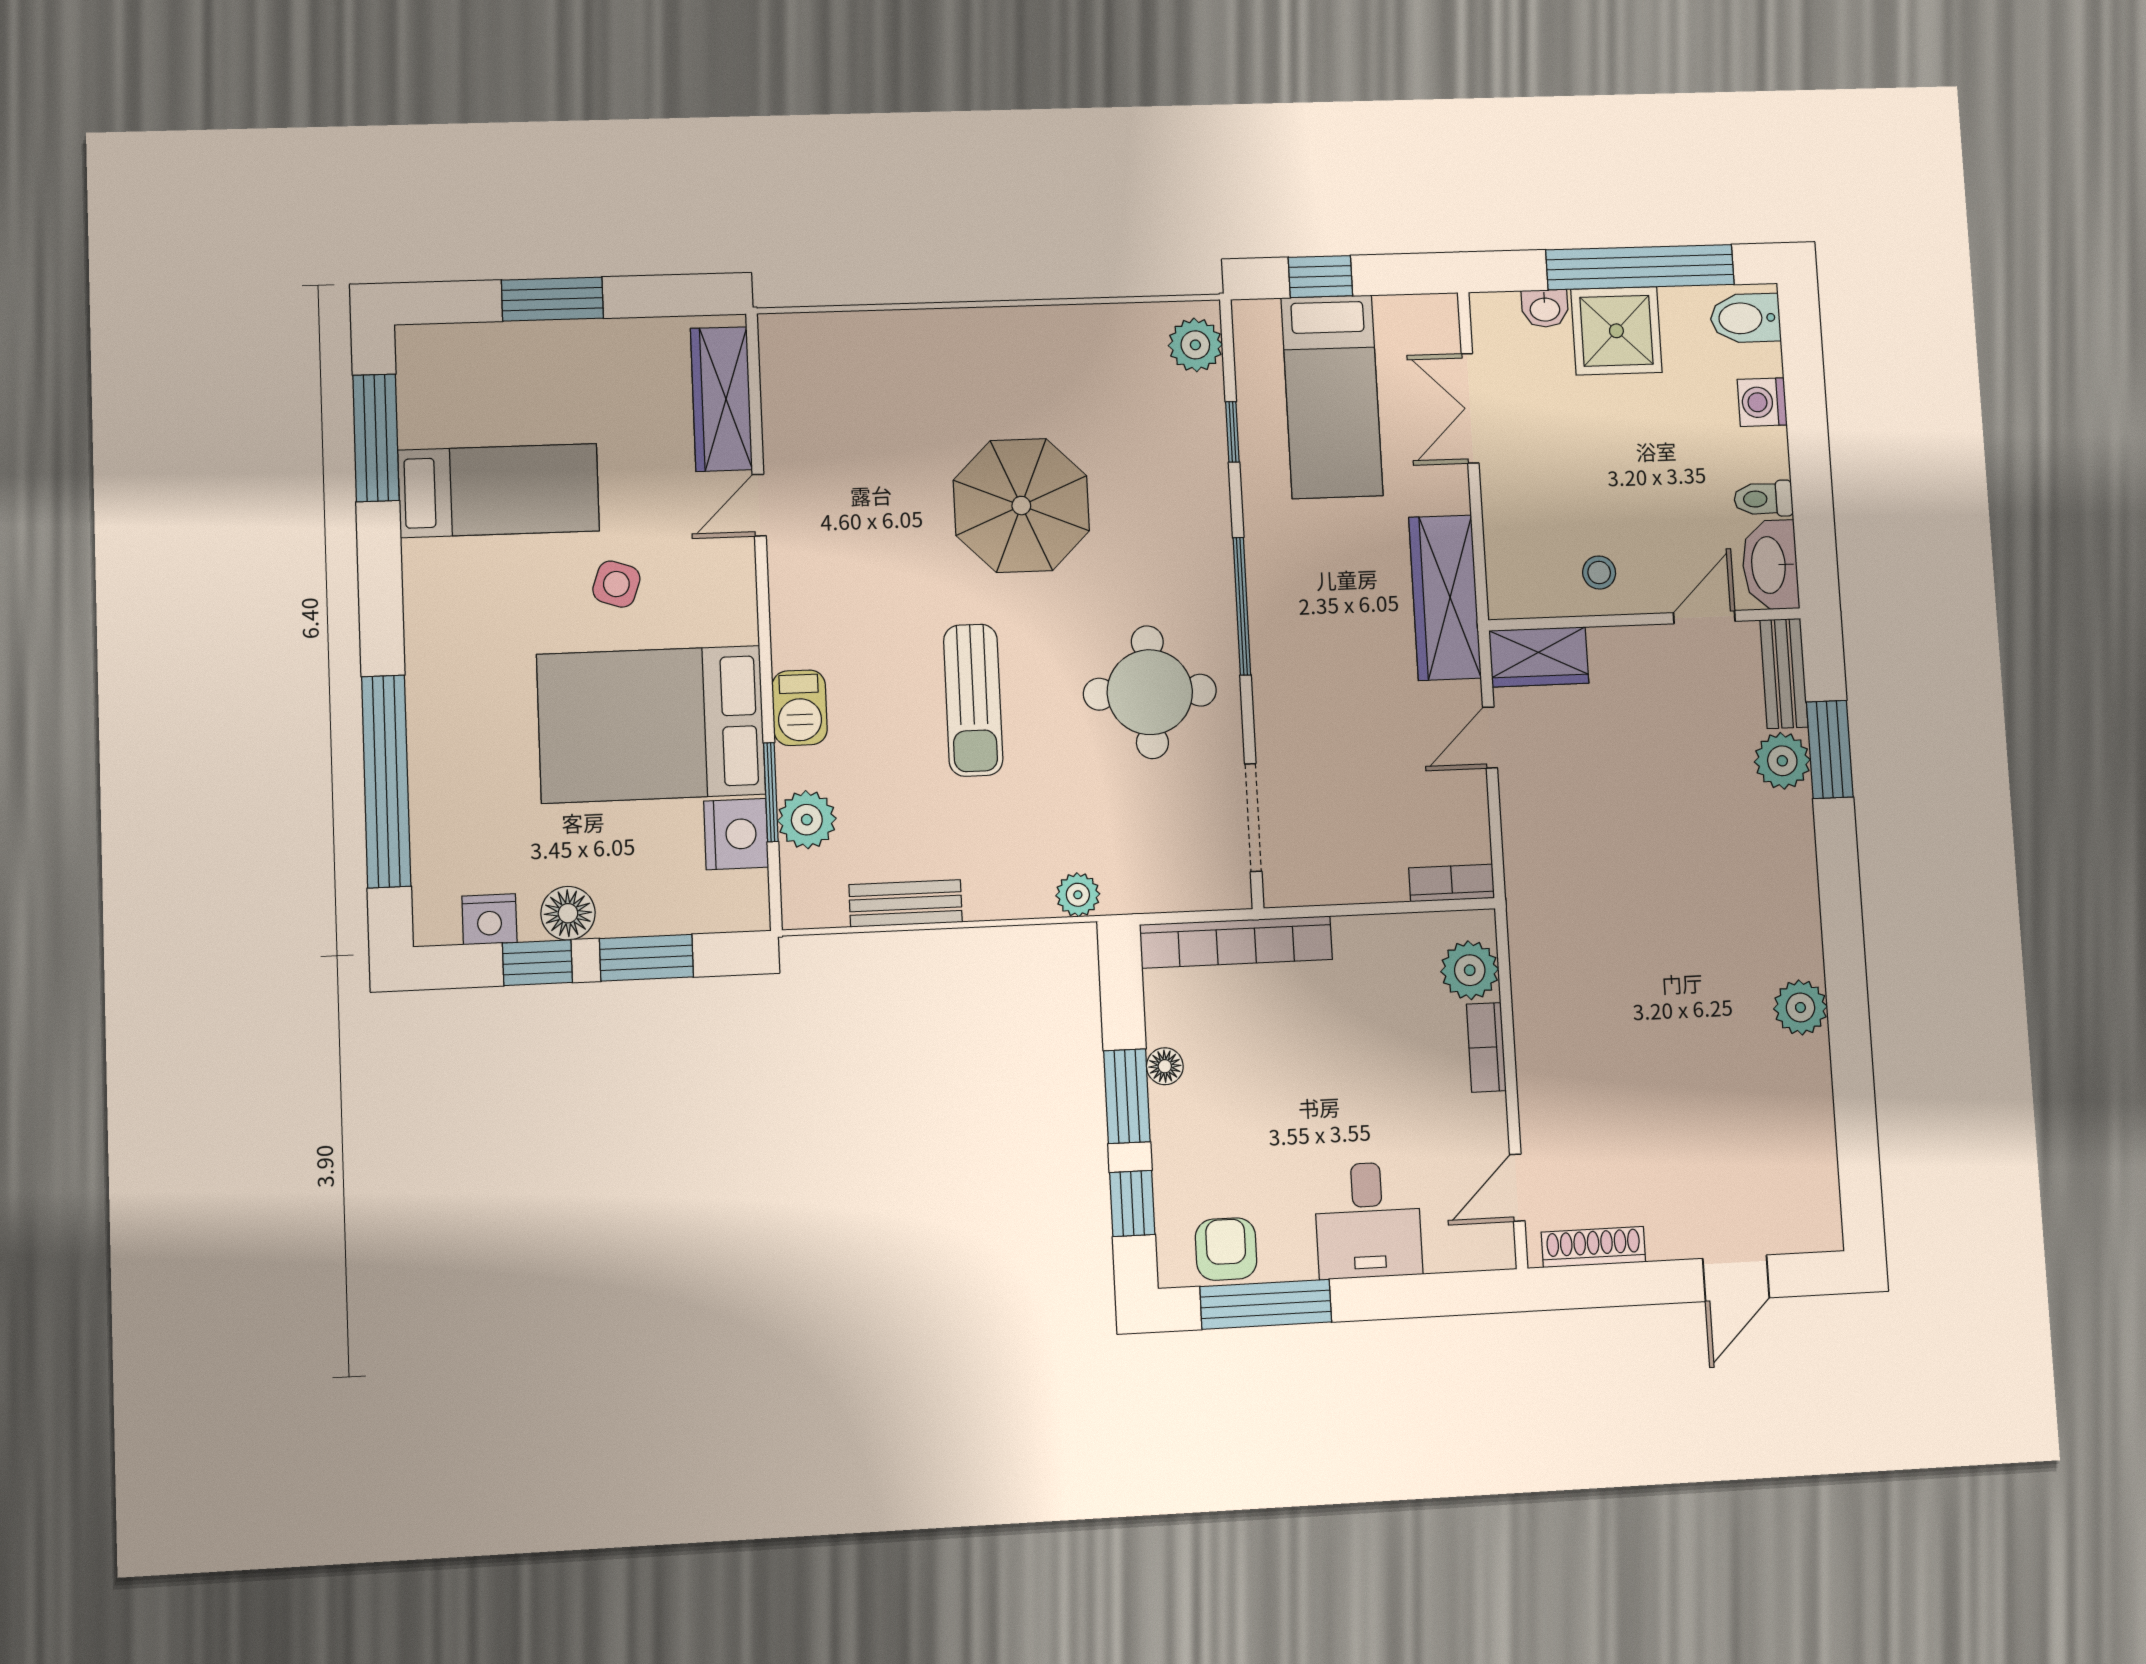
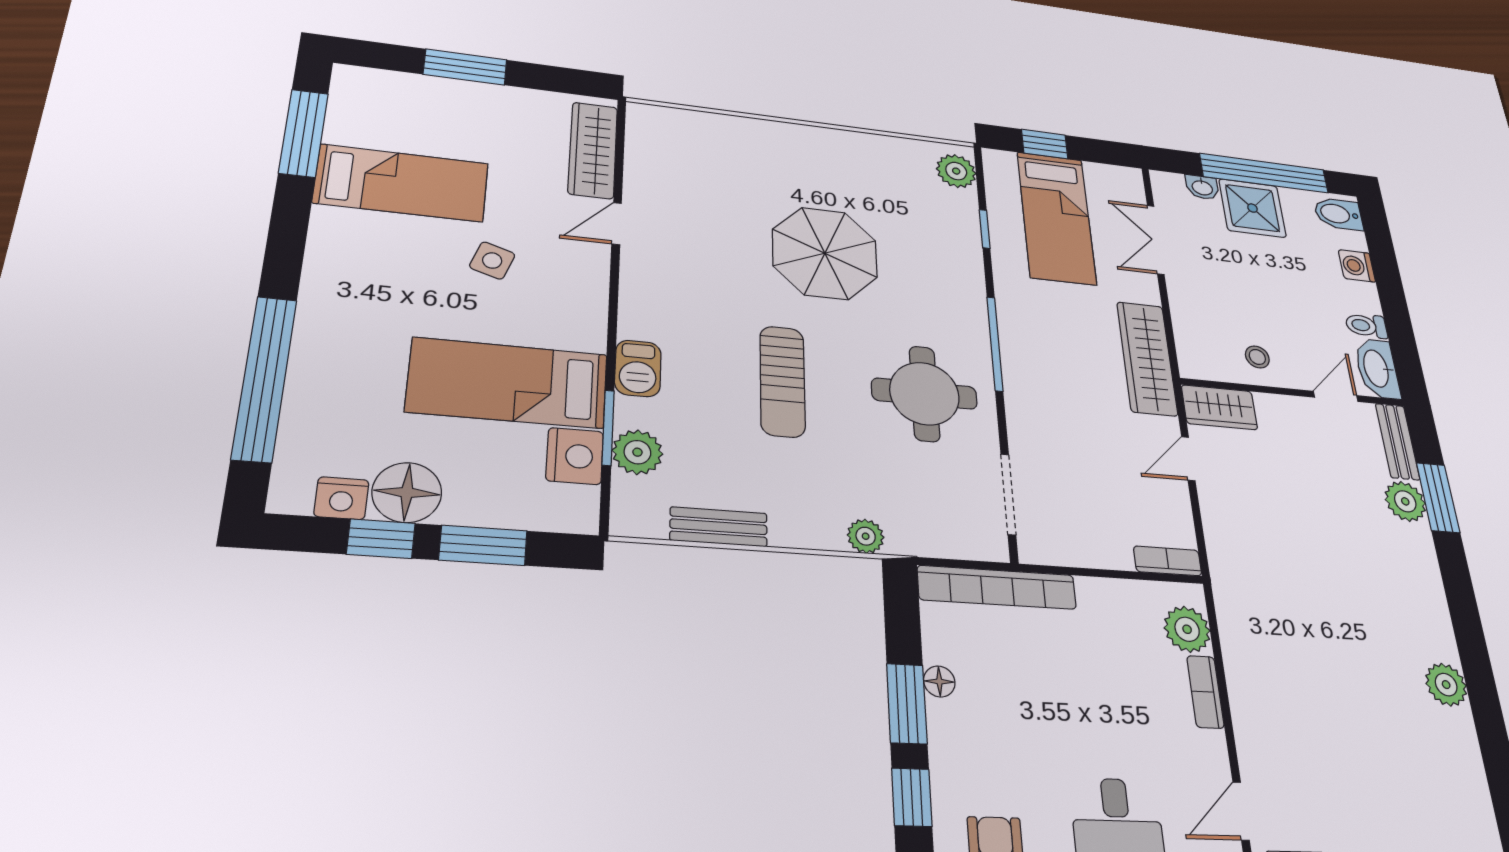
bed: (651, 724) -> (508, 383), width x0.67
floor lamp: (568, 913) -> (407, 492), width x1.38, depth x1.38

